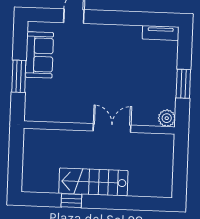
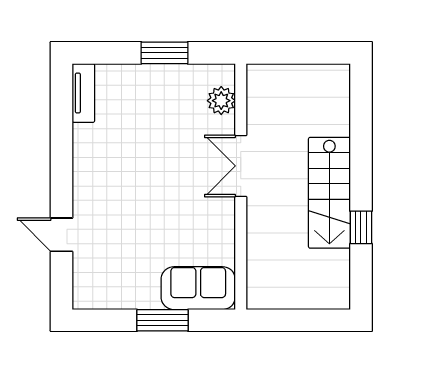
sofa: (39, 55) -> (198, 288), moved
plant: (167, 118) -> (221, 101), moved

